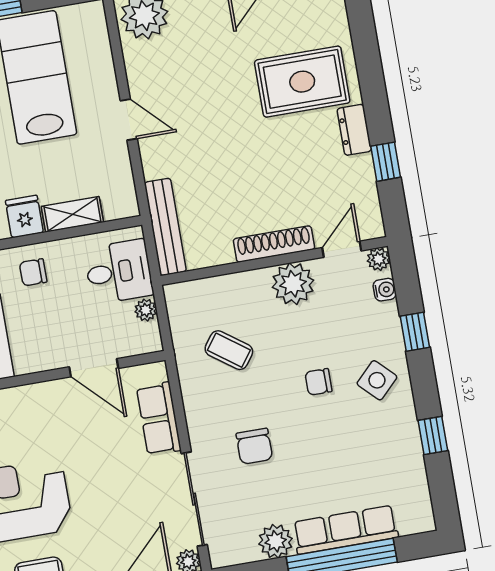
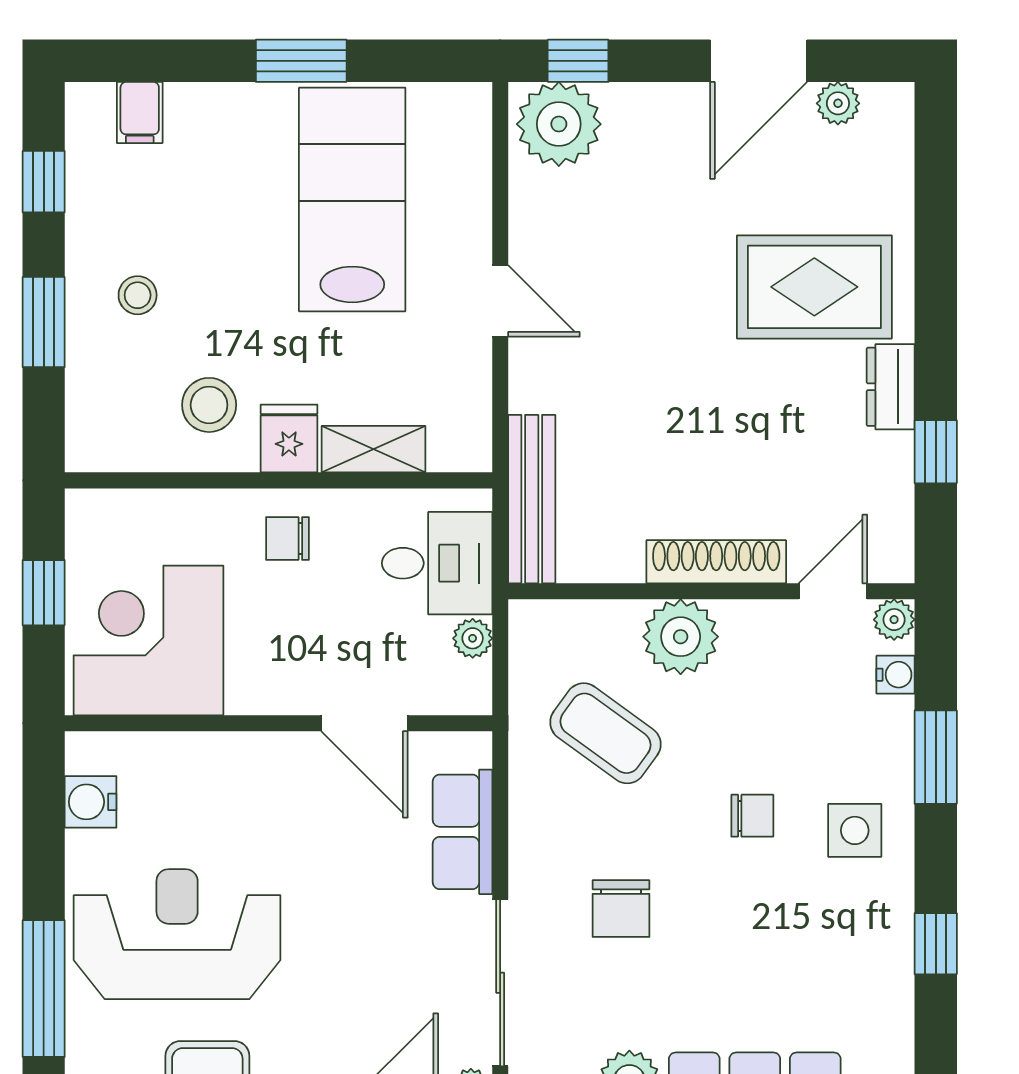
plant: (293, 284) -> (681, 637), moved
window: (415, 332) -> (936, 757), width x1.50
coffee table: (229, 350) -> (605, 733), width x1.36, depth x1.30
side table: (377, 380) -> (855, 830), turned 45
chair: (319, 382) -> (752, 816), turned 180

